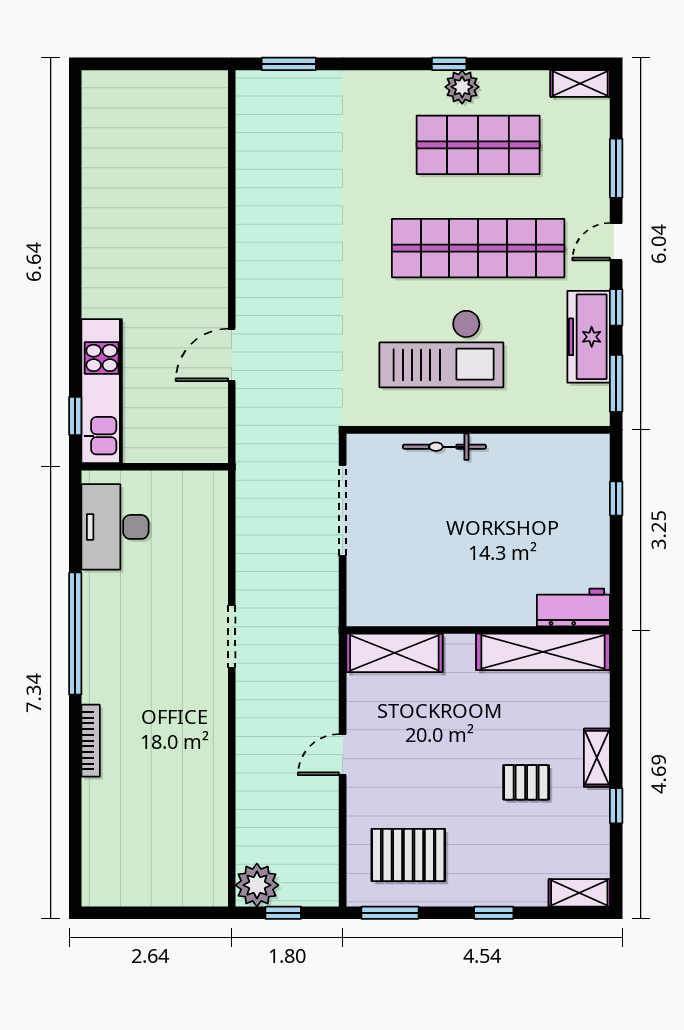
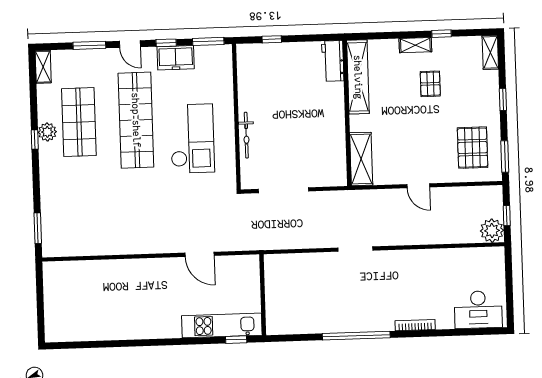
freezer: (589, 337) -> (176, 58), width x0.71
desk: (115, 527) -> (478, 310), moved

